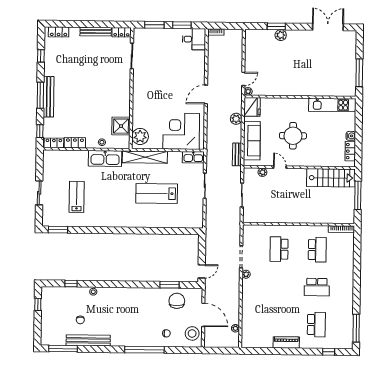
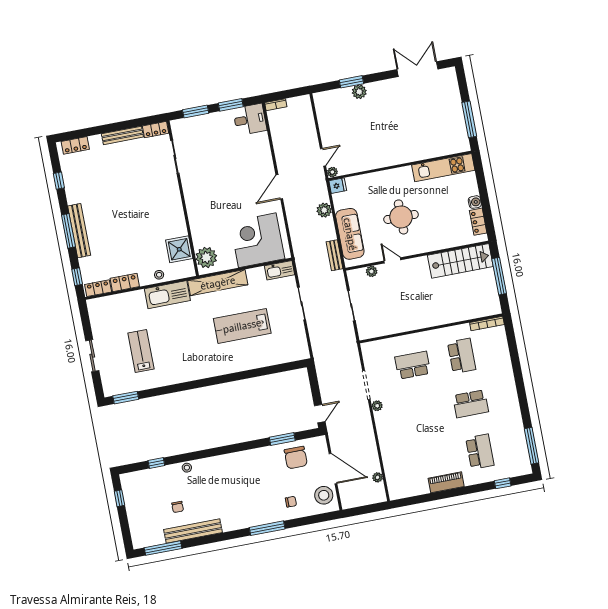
fridge: (252, 107) -> (338, 186), width x0.53, depth x0.75
school desk: (279, 249) -> (413, 365), turned 90
chair: (177, 301) -> (296, 458), turned 180
window: (144, 350) -> (267, 528), width x0.68

